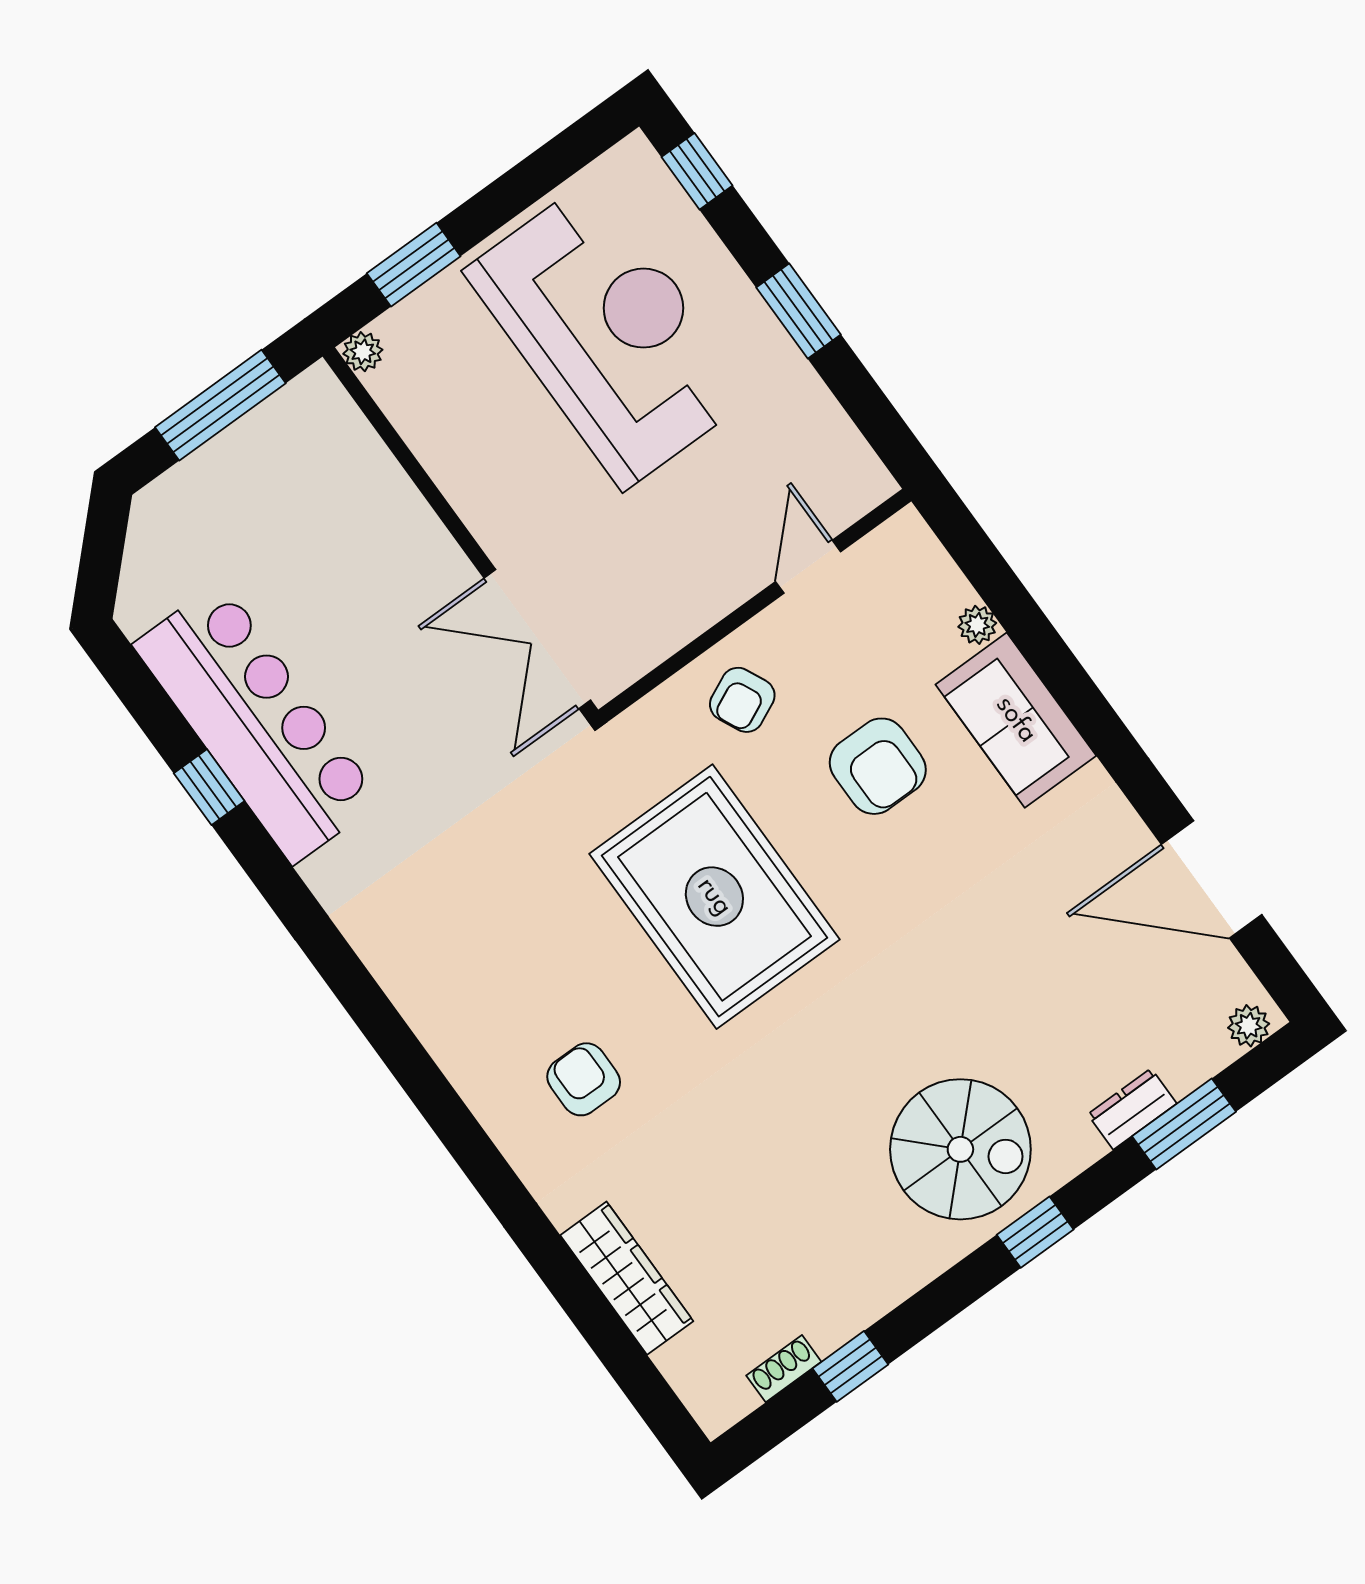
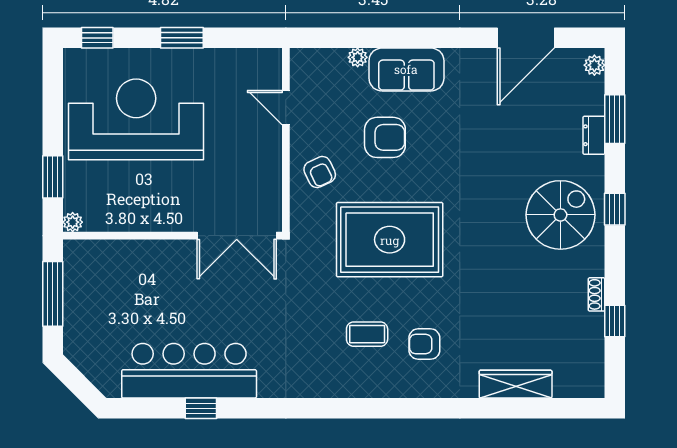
coffee table: (531, 973) -> (367, 334), added
shoe rack: (784, 1369) -> (597, 294), moved

